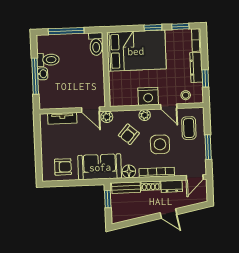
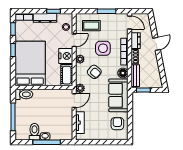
cot: (123, 99) -> (67, 75), added

